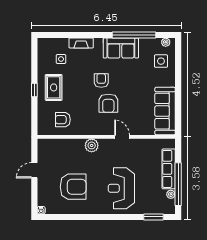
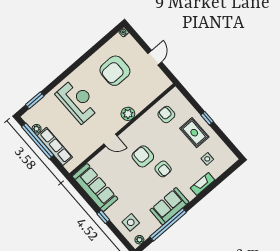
window: (178, 83) -> (103, 217), added
armchair: (63, 120) -> (166, 114), turned -90

